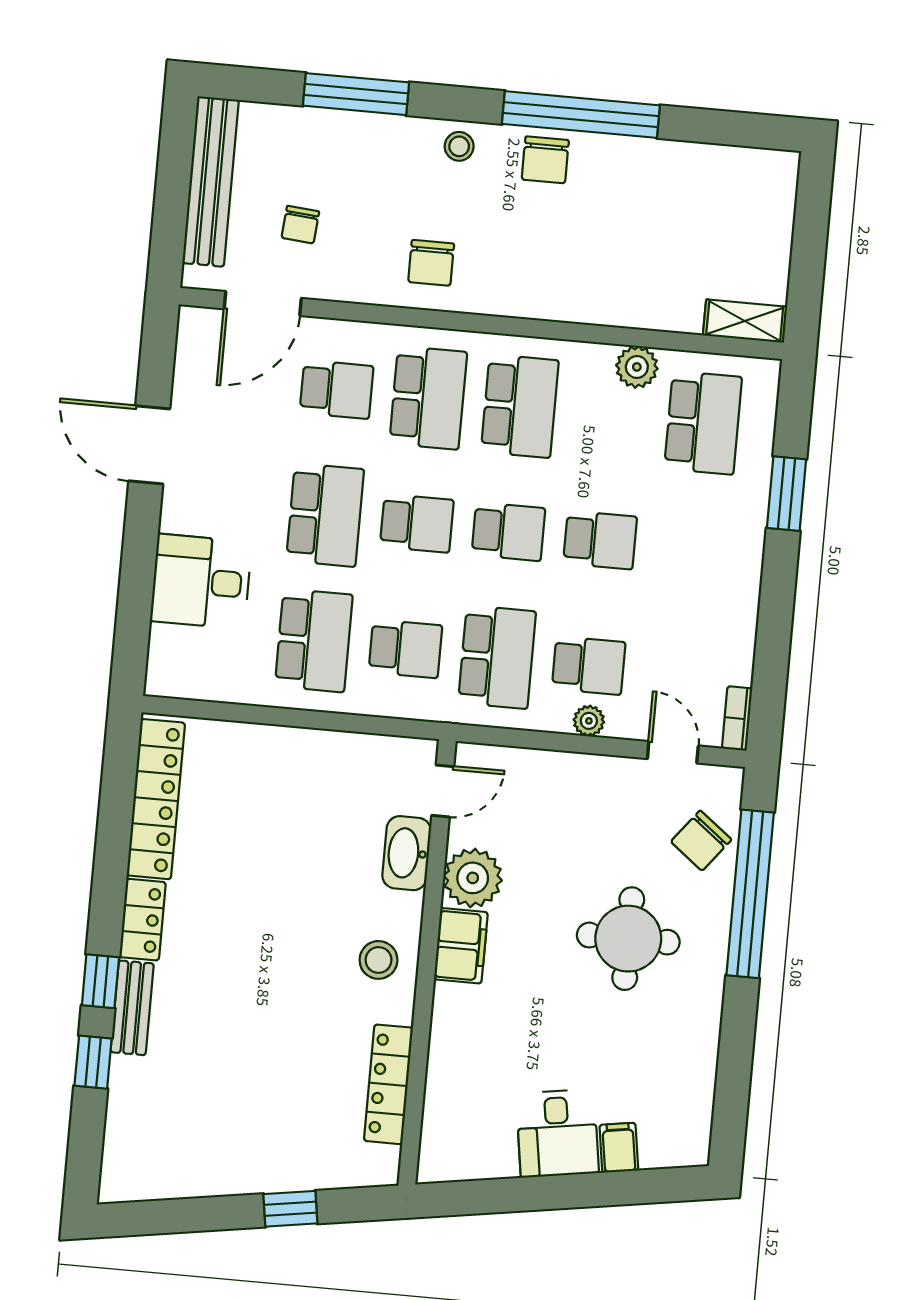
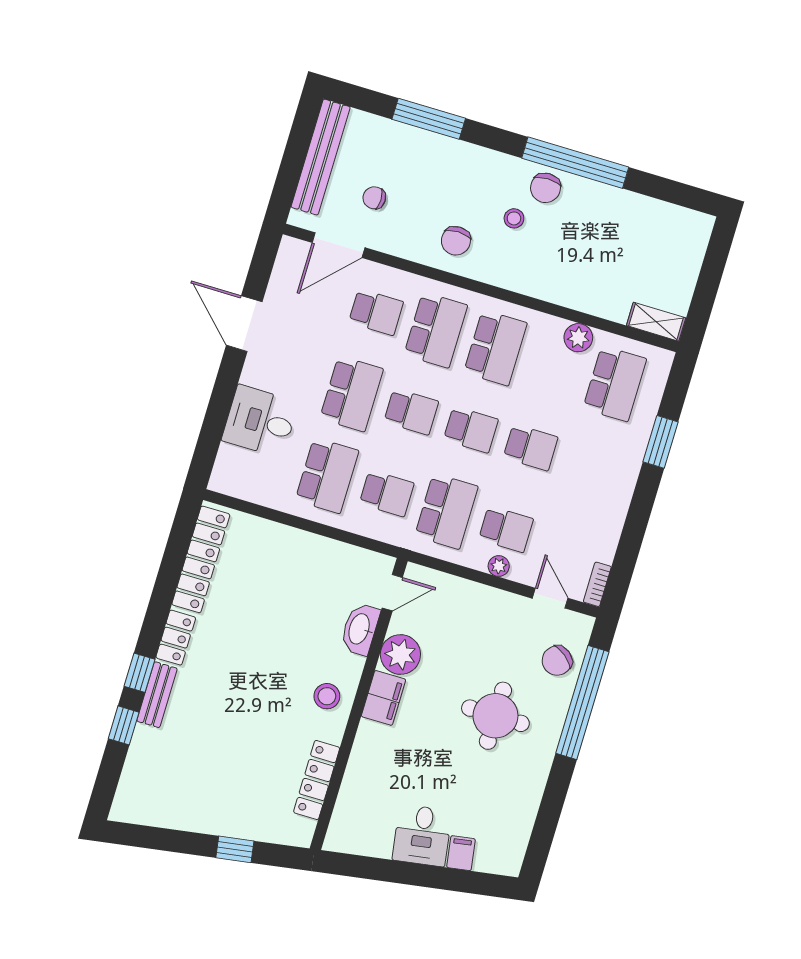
stool: (459, 146) -> (514, 218), moved
chair: (300, 225) -> (374, 198), turned 85

